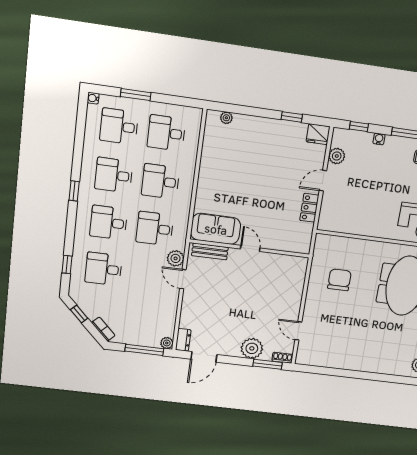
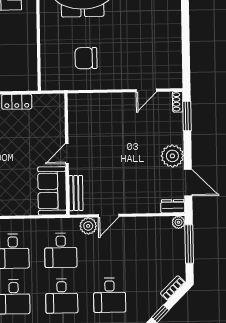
plant: (252, 348) -> (172, 156), moved

